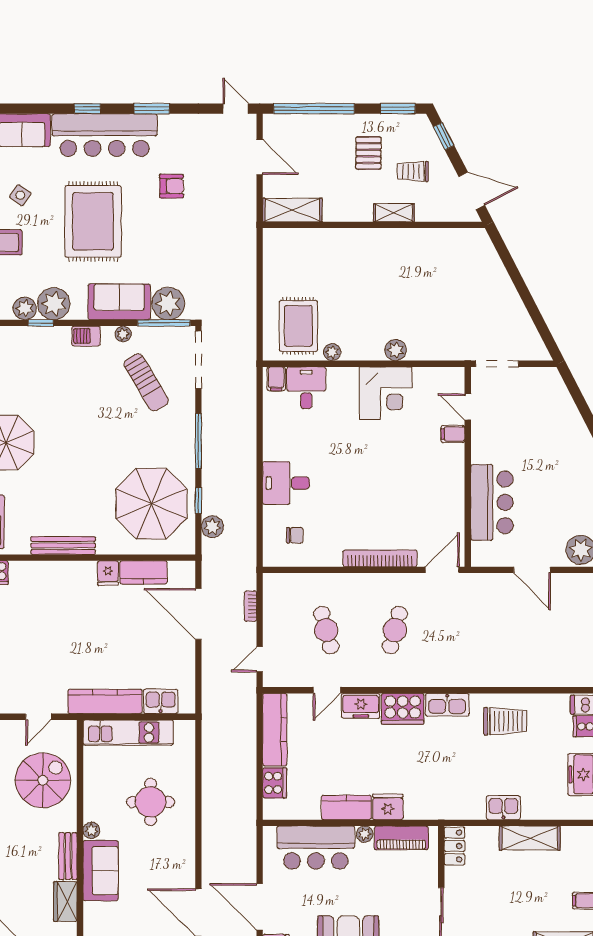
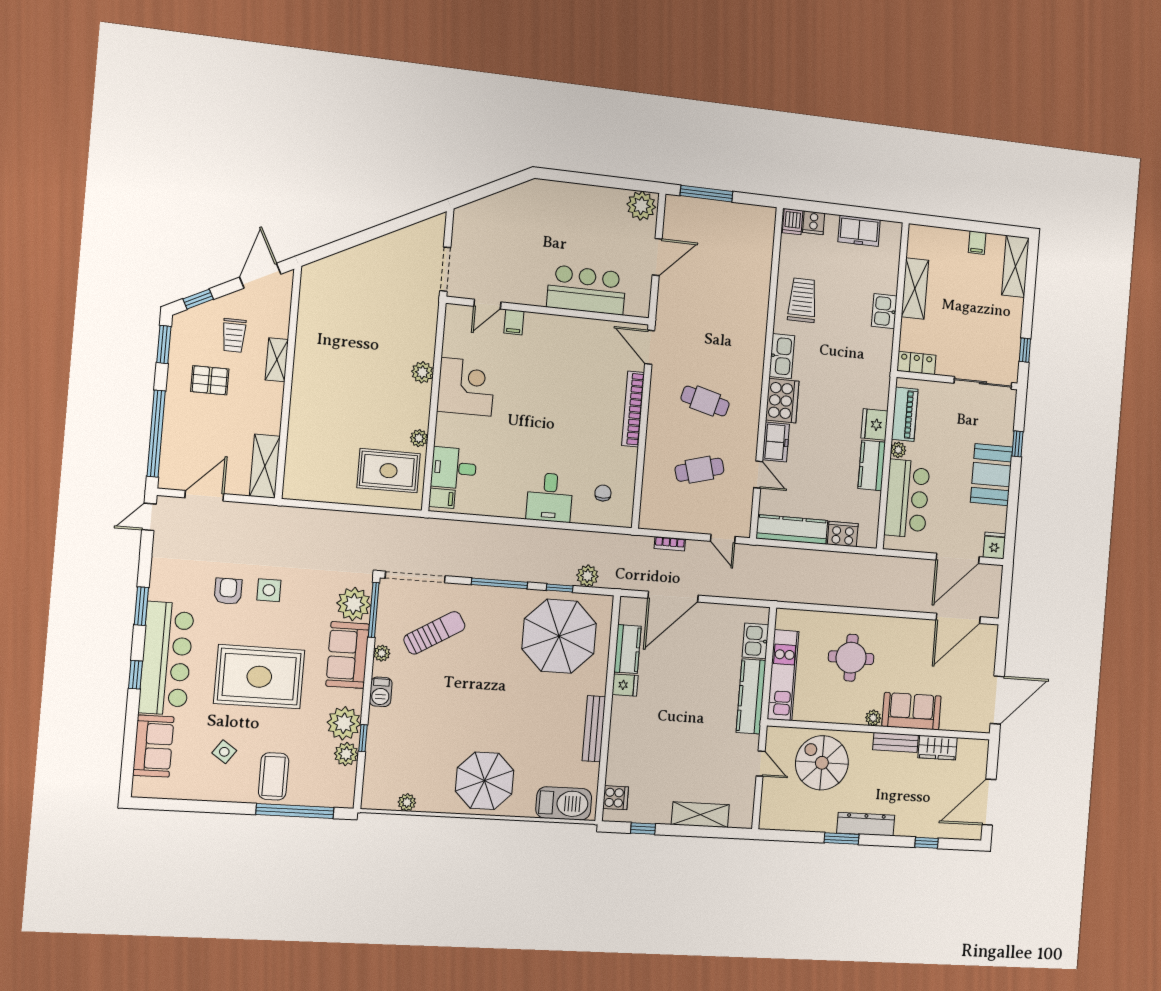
side table: (175, 223) -> (269, 590), added

